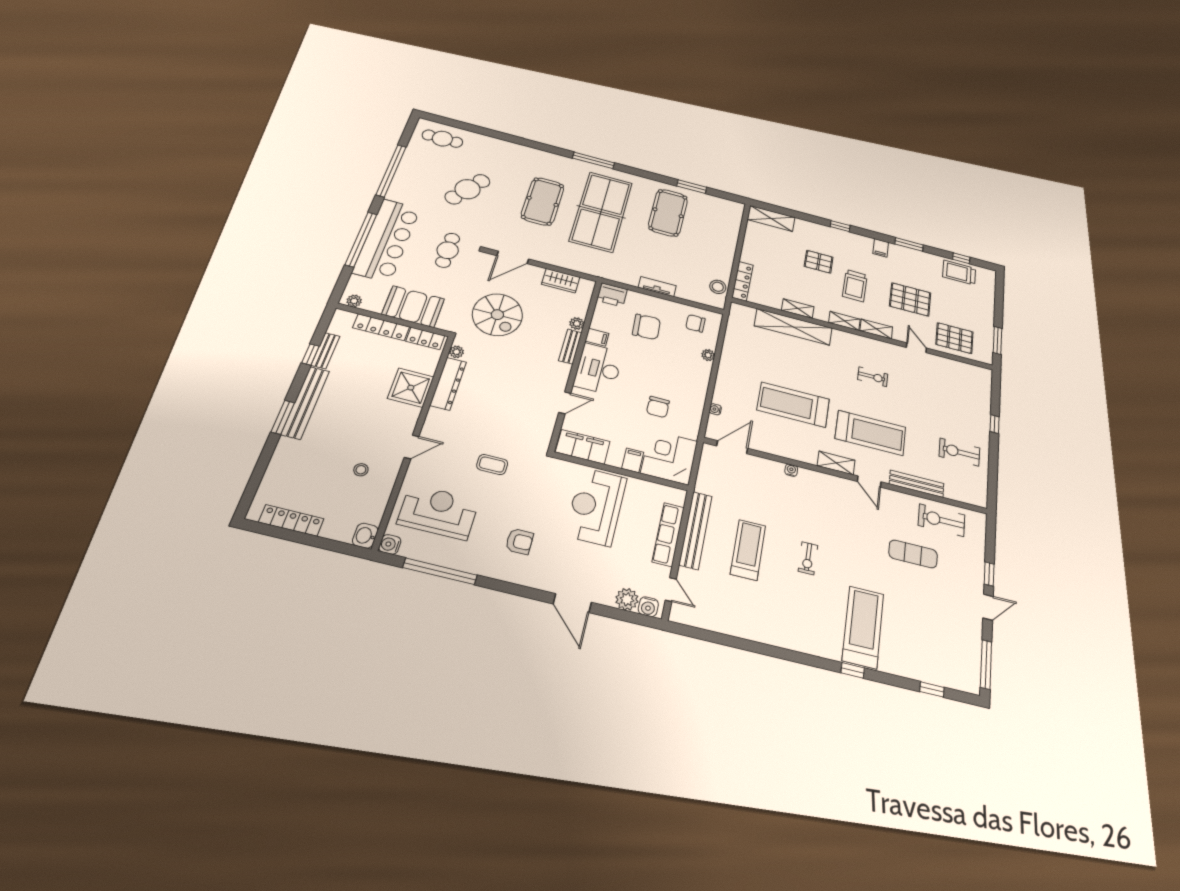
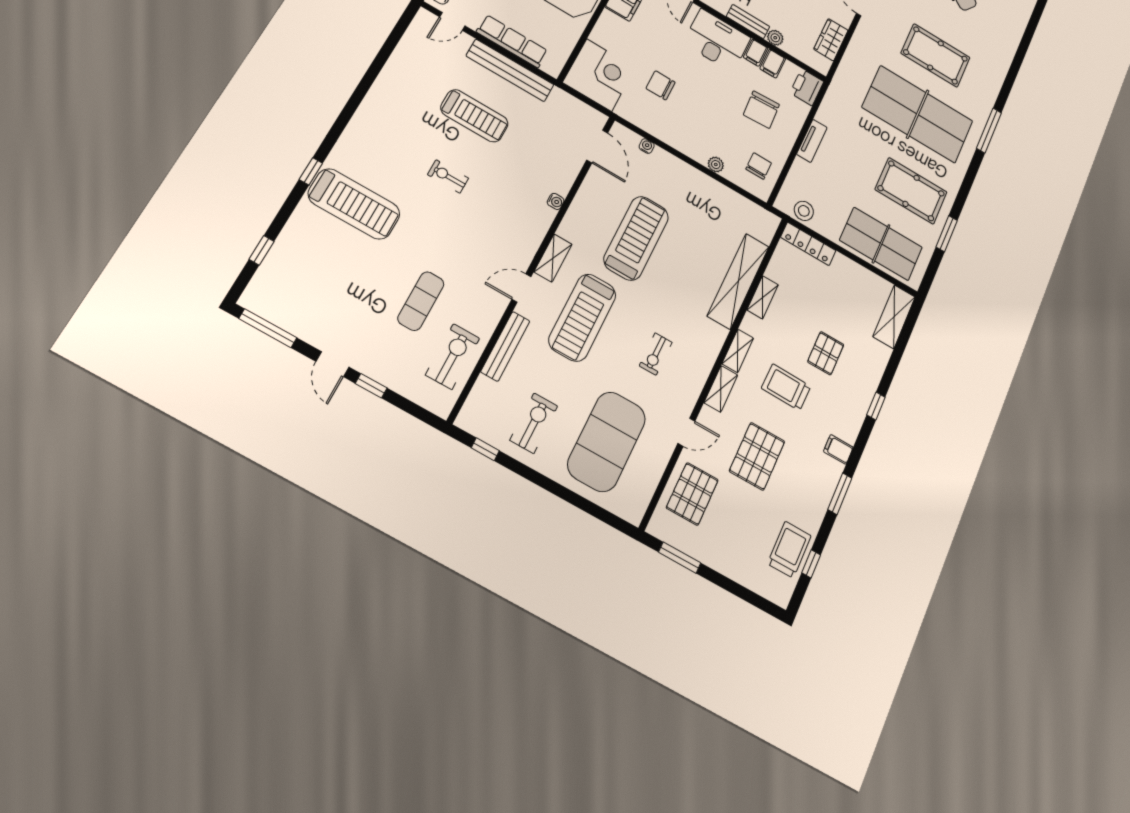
table tennis table: (720, 231) -> (881, 244), added
exercise mat: (948, 400) -> (607, 442), added
window: (995, 424) -> (485, 449), moved
filing cabinet: (633, 460) -> (773, 64), moved, turned 90

